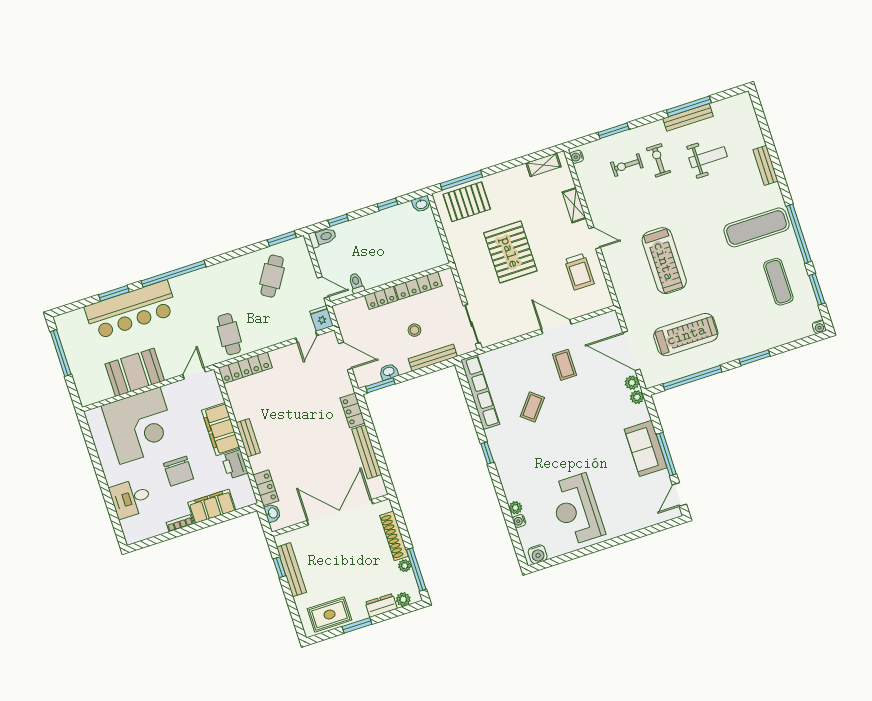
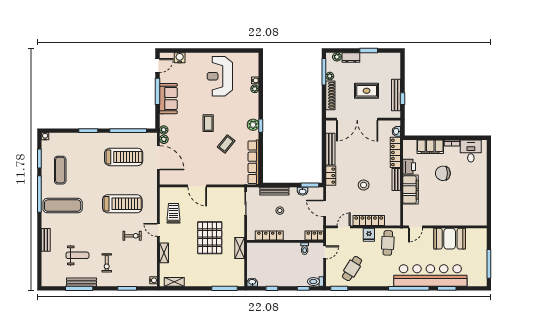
weight bench: (708, 157) -> (77, 255), turned 180
exercise bike: (627, 165) -> (132, 236), moved
pallet: (467, 202) -> (225, 275), removed
shelving: (458, 251) -> (240, 248), added
treadmill: (664, 261) -> (122, 204), turned 90
door: (323, 287) -> (325, 252), swing flipped
locker: (381, 298) -> (314, 235), moved
bar counter: (131, 310) -> (430, 275), width x1.36
fridge: (322, 318) -> (369, 235), moved
treadmill: (686, 335) -> (124, 157), turned 180
coffee table: (565, 365) -> (208, 123), moved
locker: (245, 368) -> (369, 221), moved
stool: (296, 413) -> (364, 185), added
corner desk: (140, 426) -> (457, 207), removed
plant: (500, 451) -> (253, 125), added
chair: (179, 471) -> (443, 173), turned -90
locker: (266, 488) -> (395, 152), width x1.53
desk: (131, 498) -> (471, 151), moved, turned -90
reception desk: (576, 510) -> (220, 76), turned 180
water cooler: (538, 554) -> (180, 58), moved
rug: (330, 614) -> (367, 91), moved

